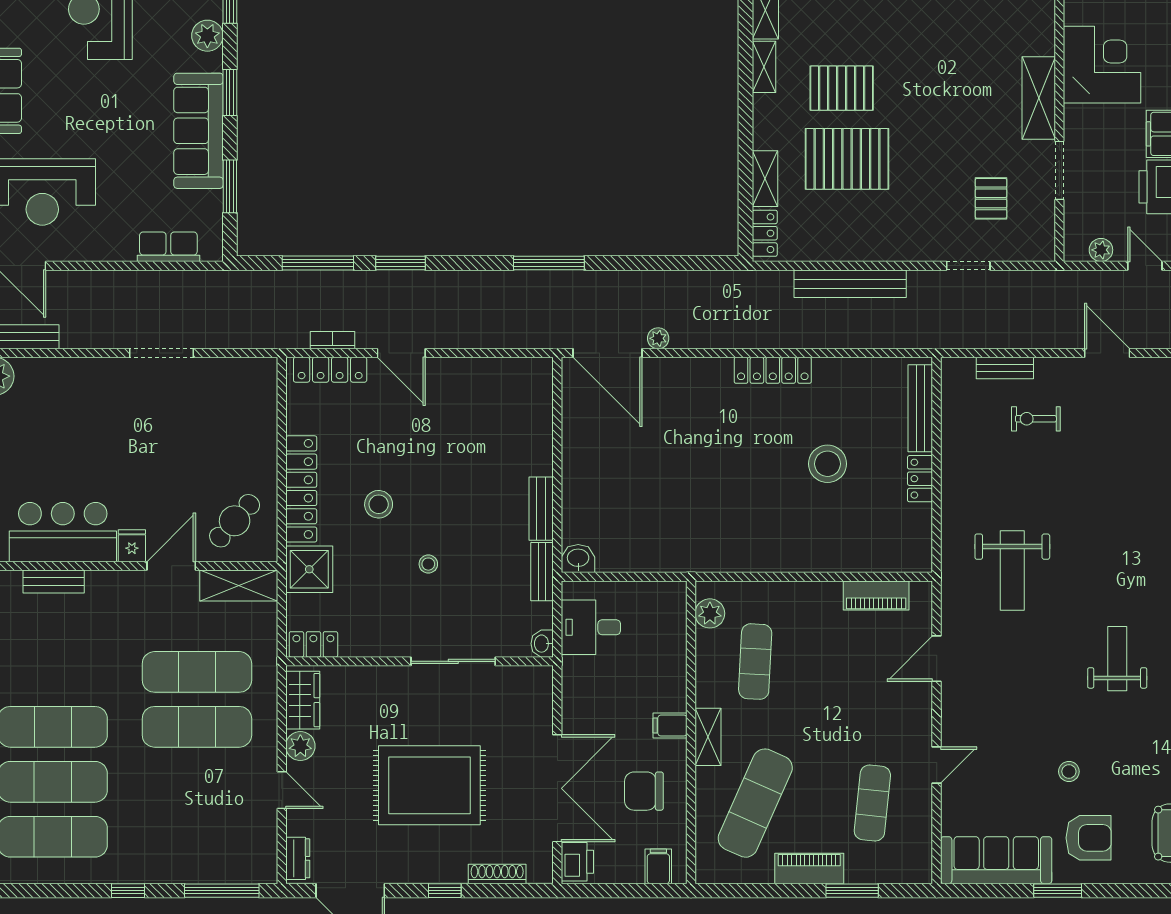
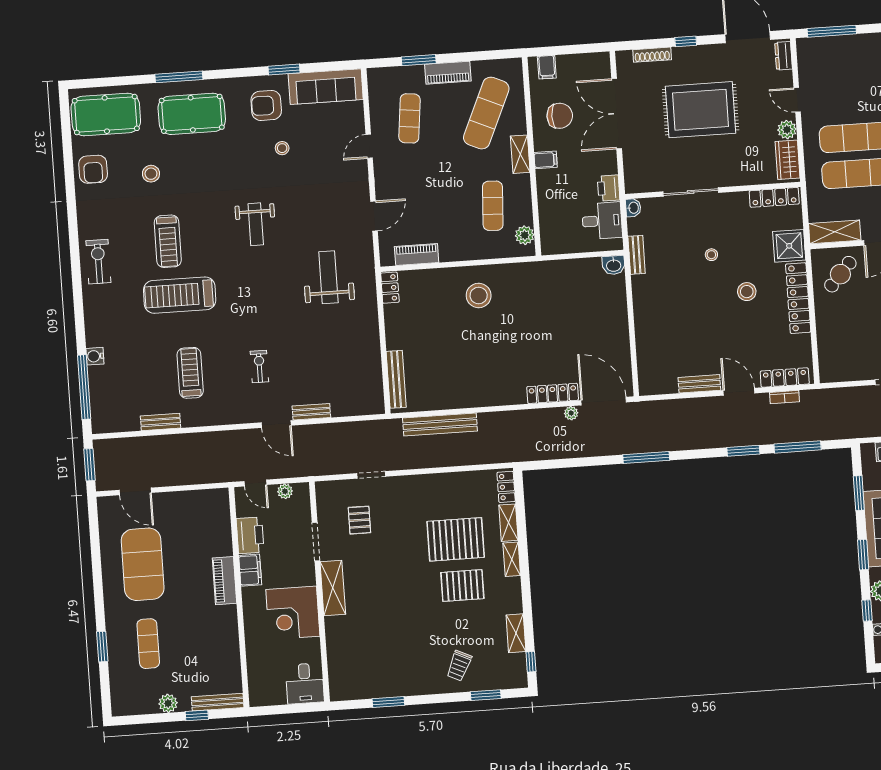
shelving: (764, 67) -> (512, 559), moved
bench: (850, 284) -> (440, 424), moved
bench: (1005, 368) -> (311, 412), moved
locker: (773, 370) -> (553, 393), moved
exercise bike: (1036, 419) -> (259, 366), moved, turned -90
stool: (828, 464) -> (479, 295), moved
locker: (920, 479) -> (390, 288), moved
bench: (541, 509) -> (699, 384), moved, turned 90
locker: (313, 644) -> (774, 197), width x1.53
printer: (577, 862) -> (609, 188), moved

